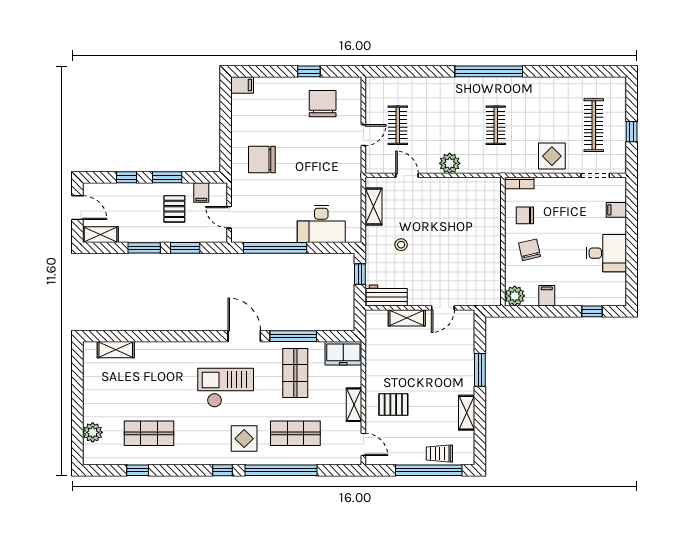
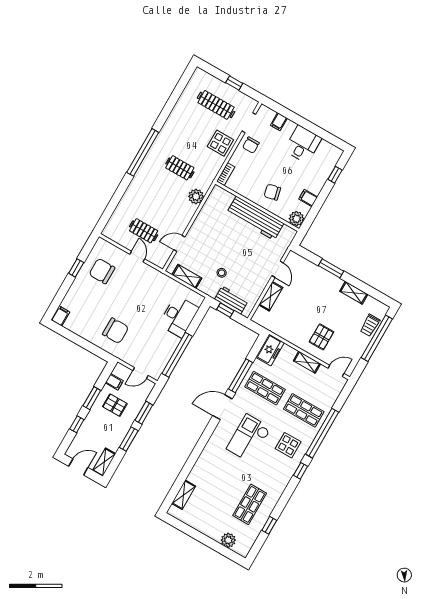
chair: (262, 160) -> (116, 331), turned -90
plant: (450, 163) -> (196, 196), moved
chair: (525, 215) -> (251, 145), moved
workbench: (487, 247) -> (255, 218), added
workbench: (387, 295) -> (231, 300), moved, turned 90
shop shelf: (295, 433) -> (304, 410), turned 90

